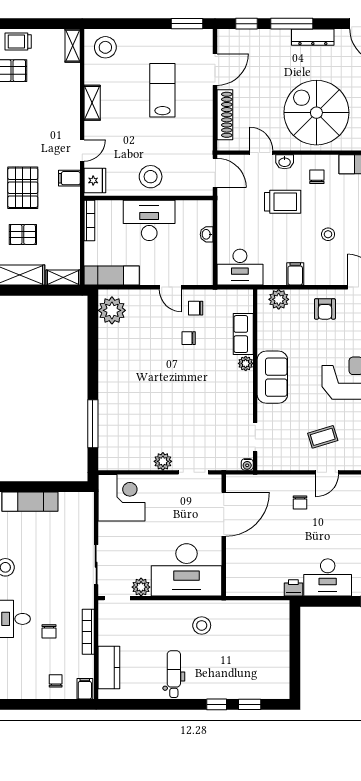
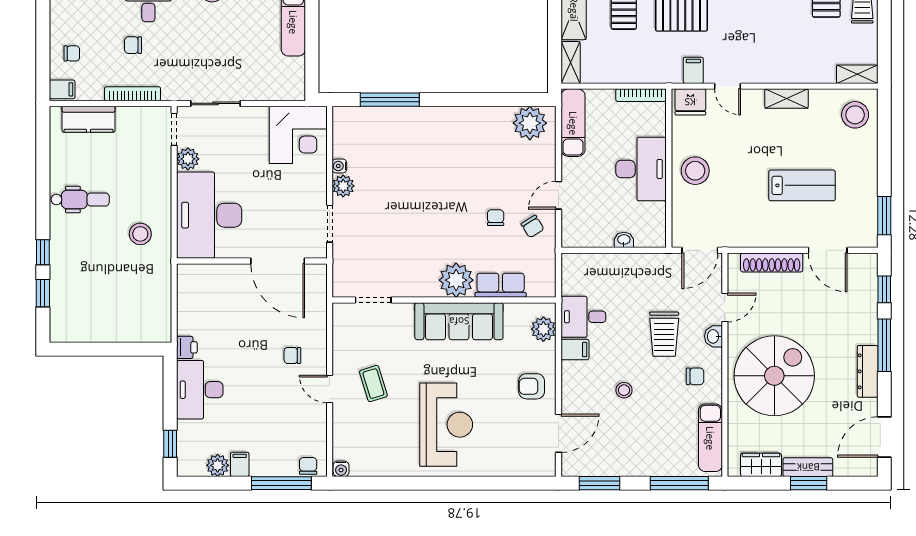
desk: (240, 267) -> (583, 317), moved, width x0.73
chair: (196, 308) -> (533, 226), turned 148
plant: (246, 363) -> (456, 280), width x1.87, depth x1.87
sofa: (272, 377) -> (459, 321), width x1.36
water cooler: (247, 464) -> (339, 166), moved

